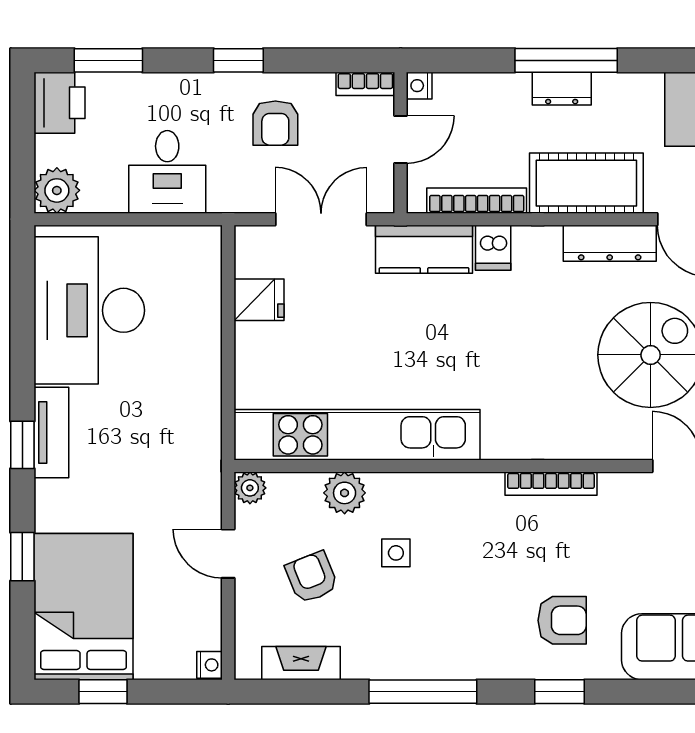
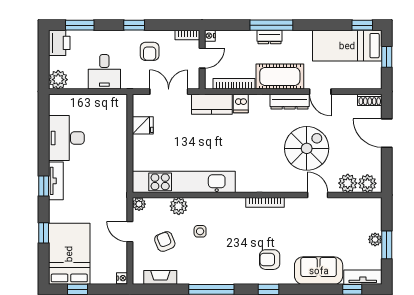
desk: (89, 310) -> (66, 138), width x0.73, depth x0.77
armchair: (562, 620) -> (270, 260), turned 180

